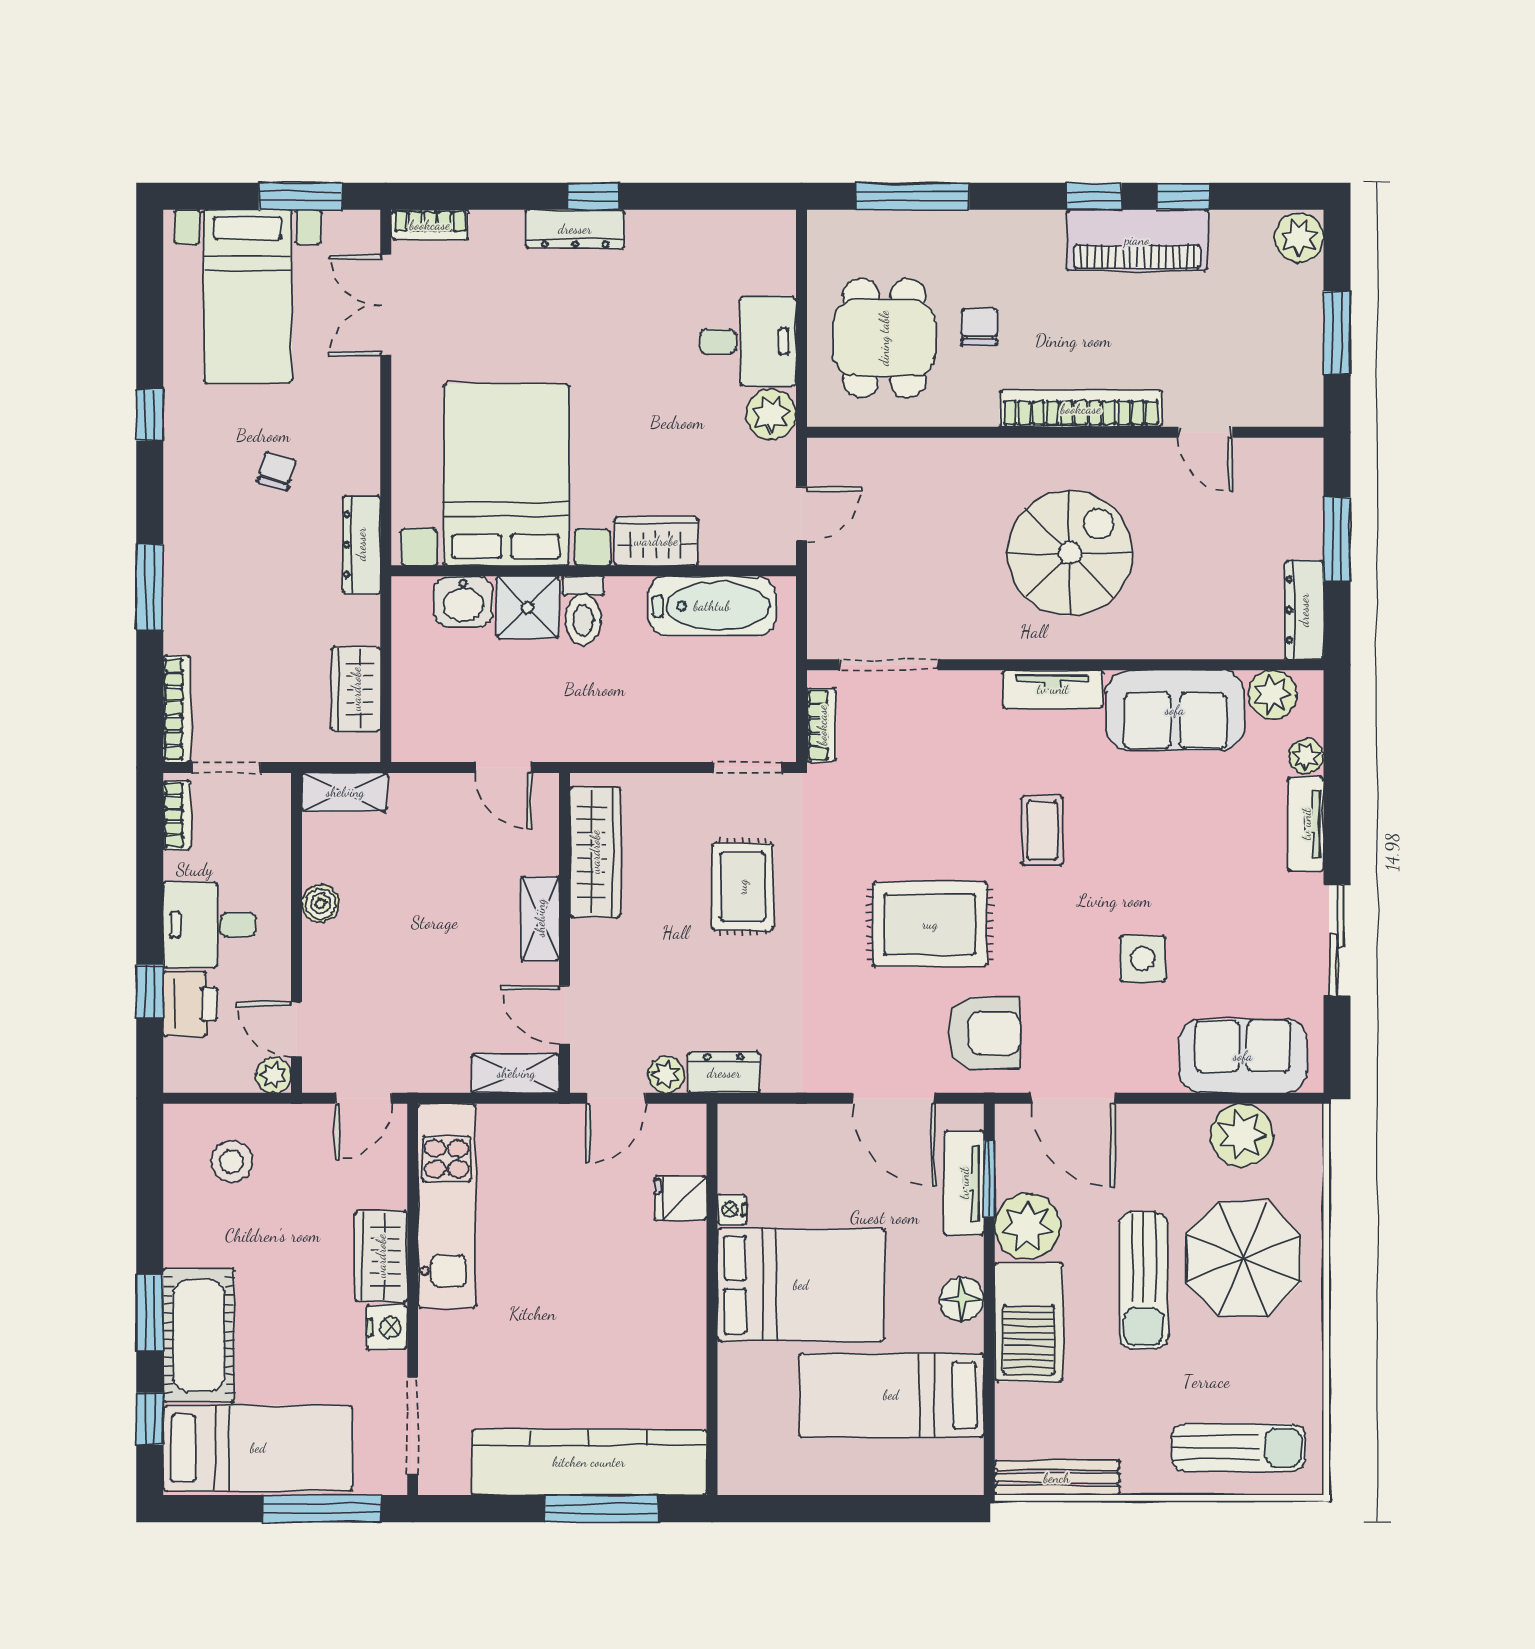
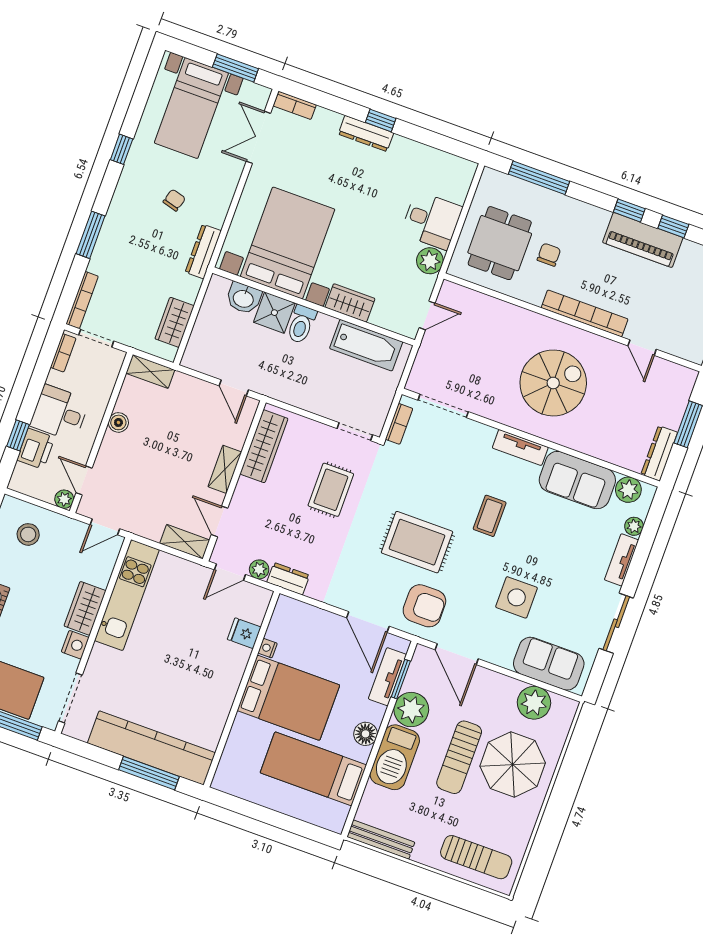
side table: (1143, 959) -> (517, 597), width x1.37, depth x1.37

